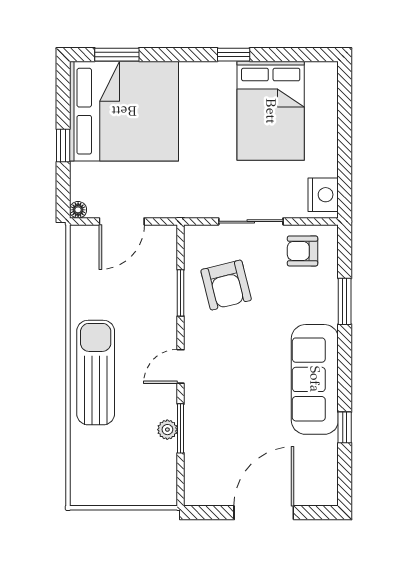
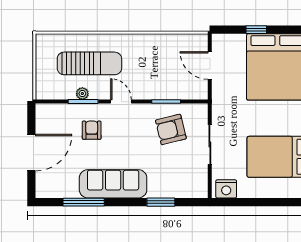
floor lamp: (78, 210) -> (217, 39), removed
armchair: (303, 251) -> (92, 130), moved
sun lounger: (96, 373) -> (89, 63), moved
window: (345, 427) -> (84, 202), width x2.17
door: (264, 513) -> (31, 153), hinge flipped

